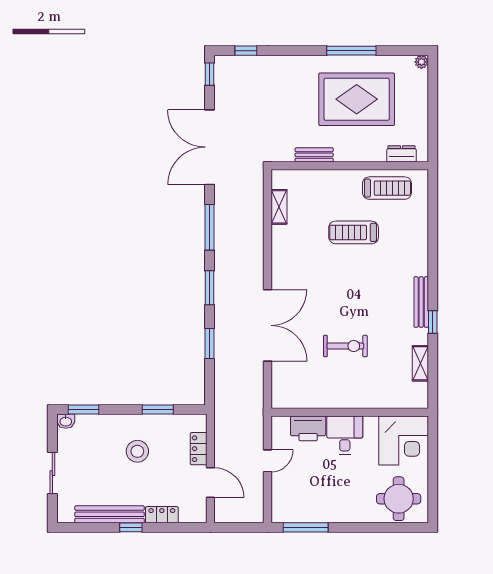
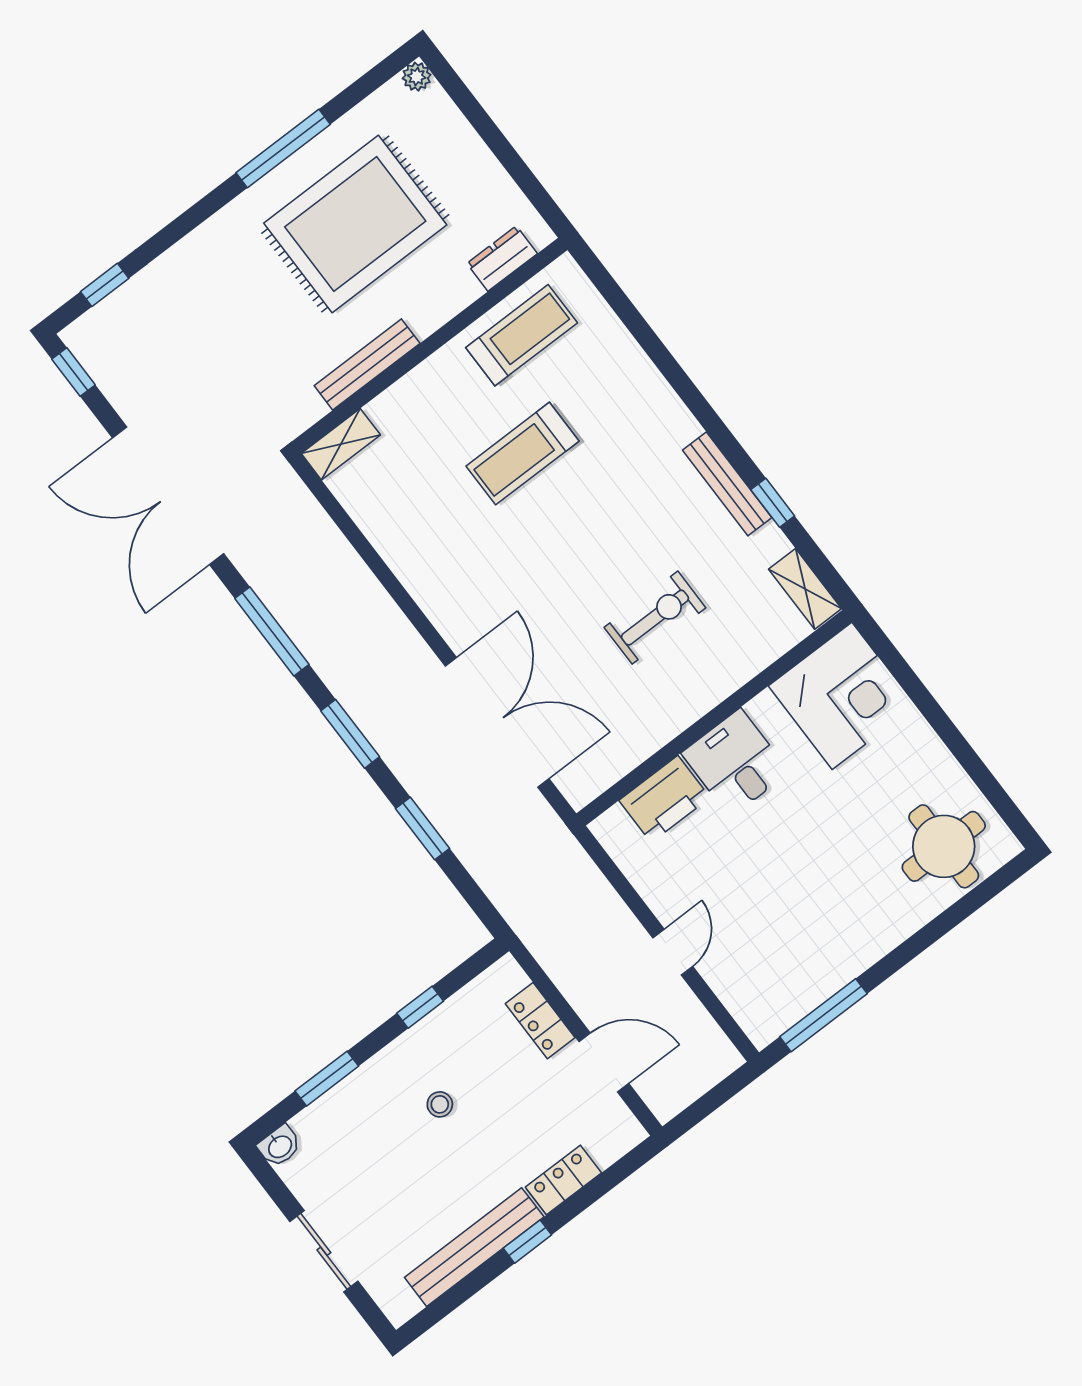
bench: (314, 155) -> (367, 364), width x1.36
shelving: (279, 207) -> (341, 444), moved, turned 90
exercise bike: (345, 346) -> (655, 618), moved
window: (84, 410) -> (327, 1079), moved
window: (158, 410) -> (420, 1007), width x0.67
wall: (350, 412) -> (714, 718), moved
printer: (308, 428) -> (665, 799), moved
desk: (345, 435) -> (735, 763), moved
corner desk: (404, 440) -> (842, 696), moved
stool: (137, 451) -> (440, 1104), width x0.53, depth x0.53

